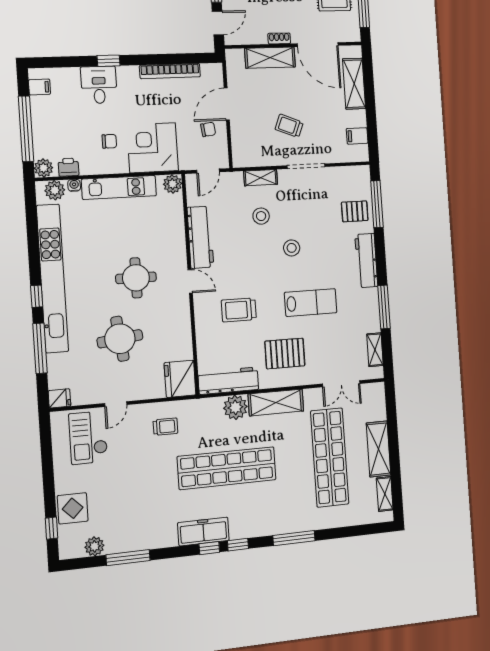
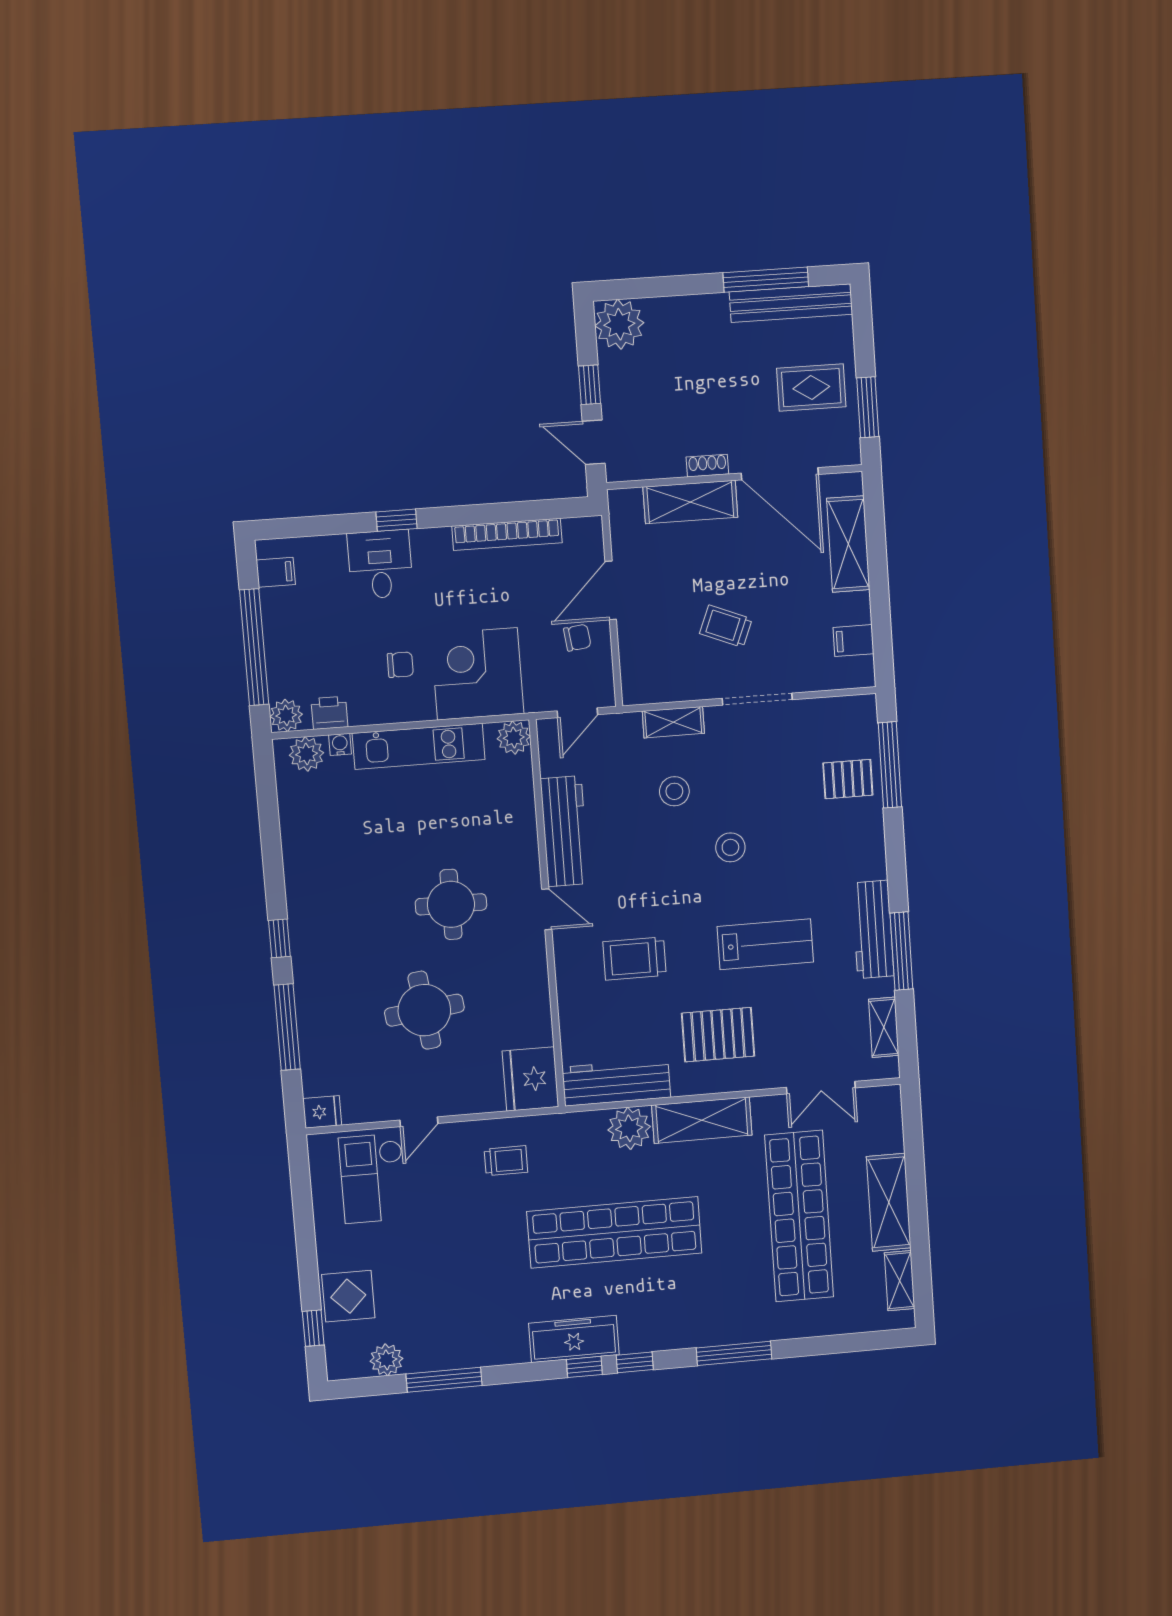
door: (218, 23) -> (594, 442), swing flipped
workbench: (366, 261) -> (873, 929), moved
kitchen unit: (53, 278) -> (306, 907), removed

